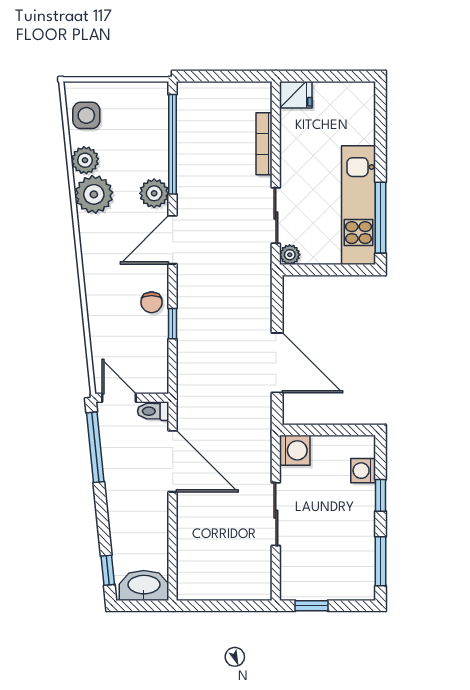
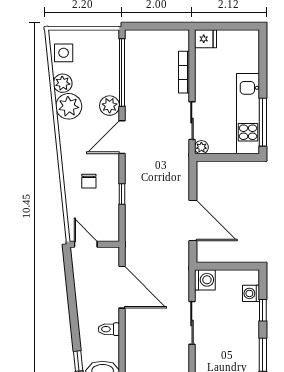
chair: (152, 302) -> (89, 181), moved
toilet: (153, 411) -> (109, 329), moved
window: (95, 447) -> (70, 278), removed

